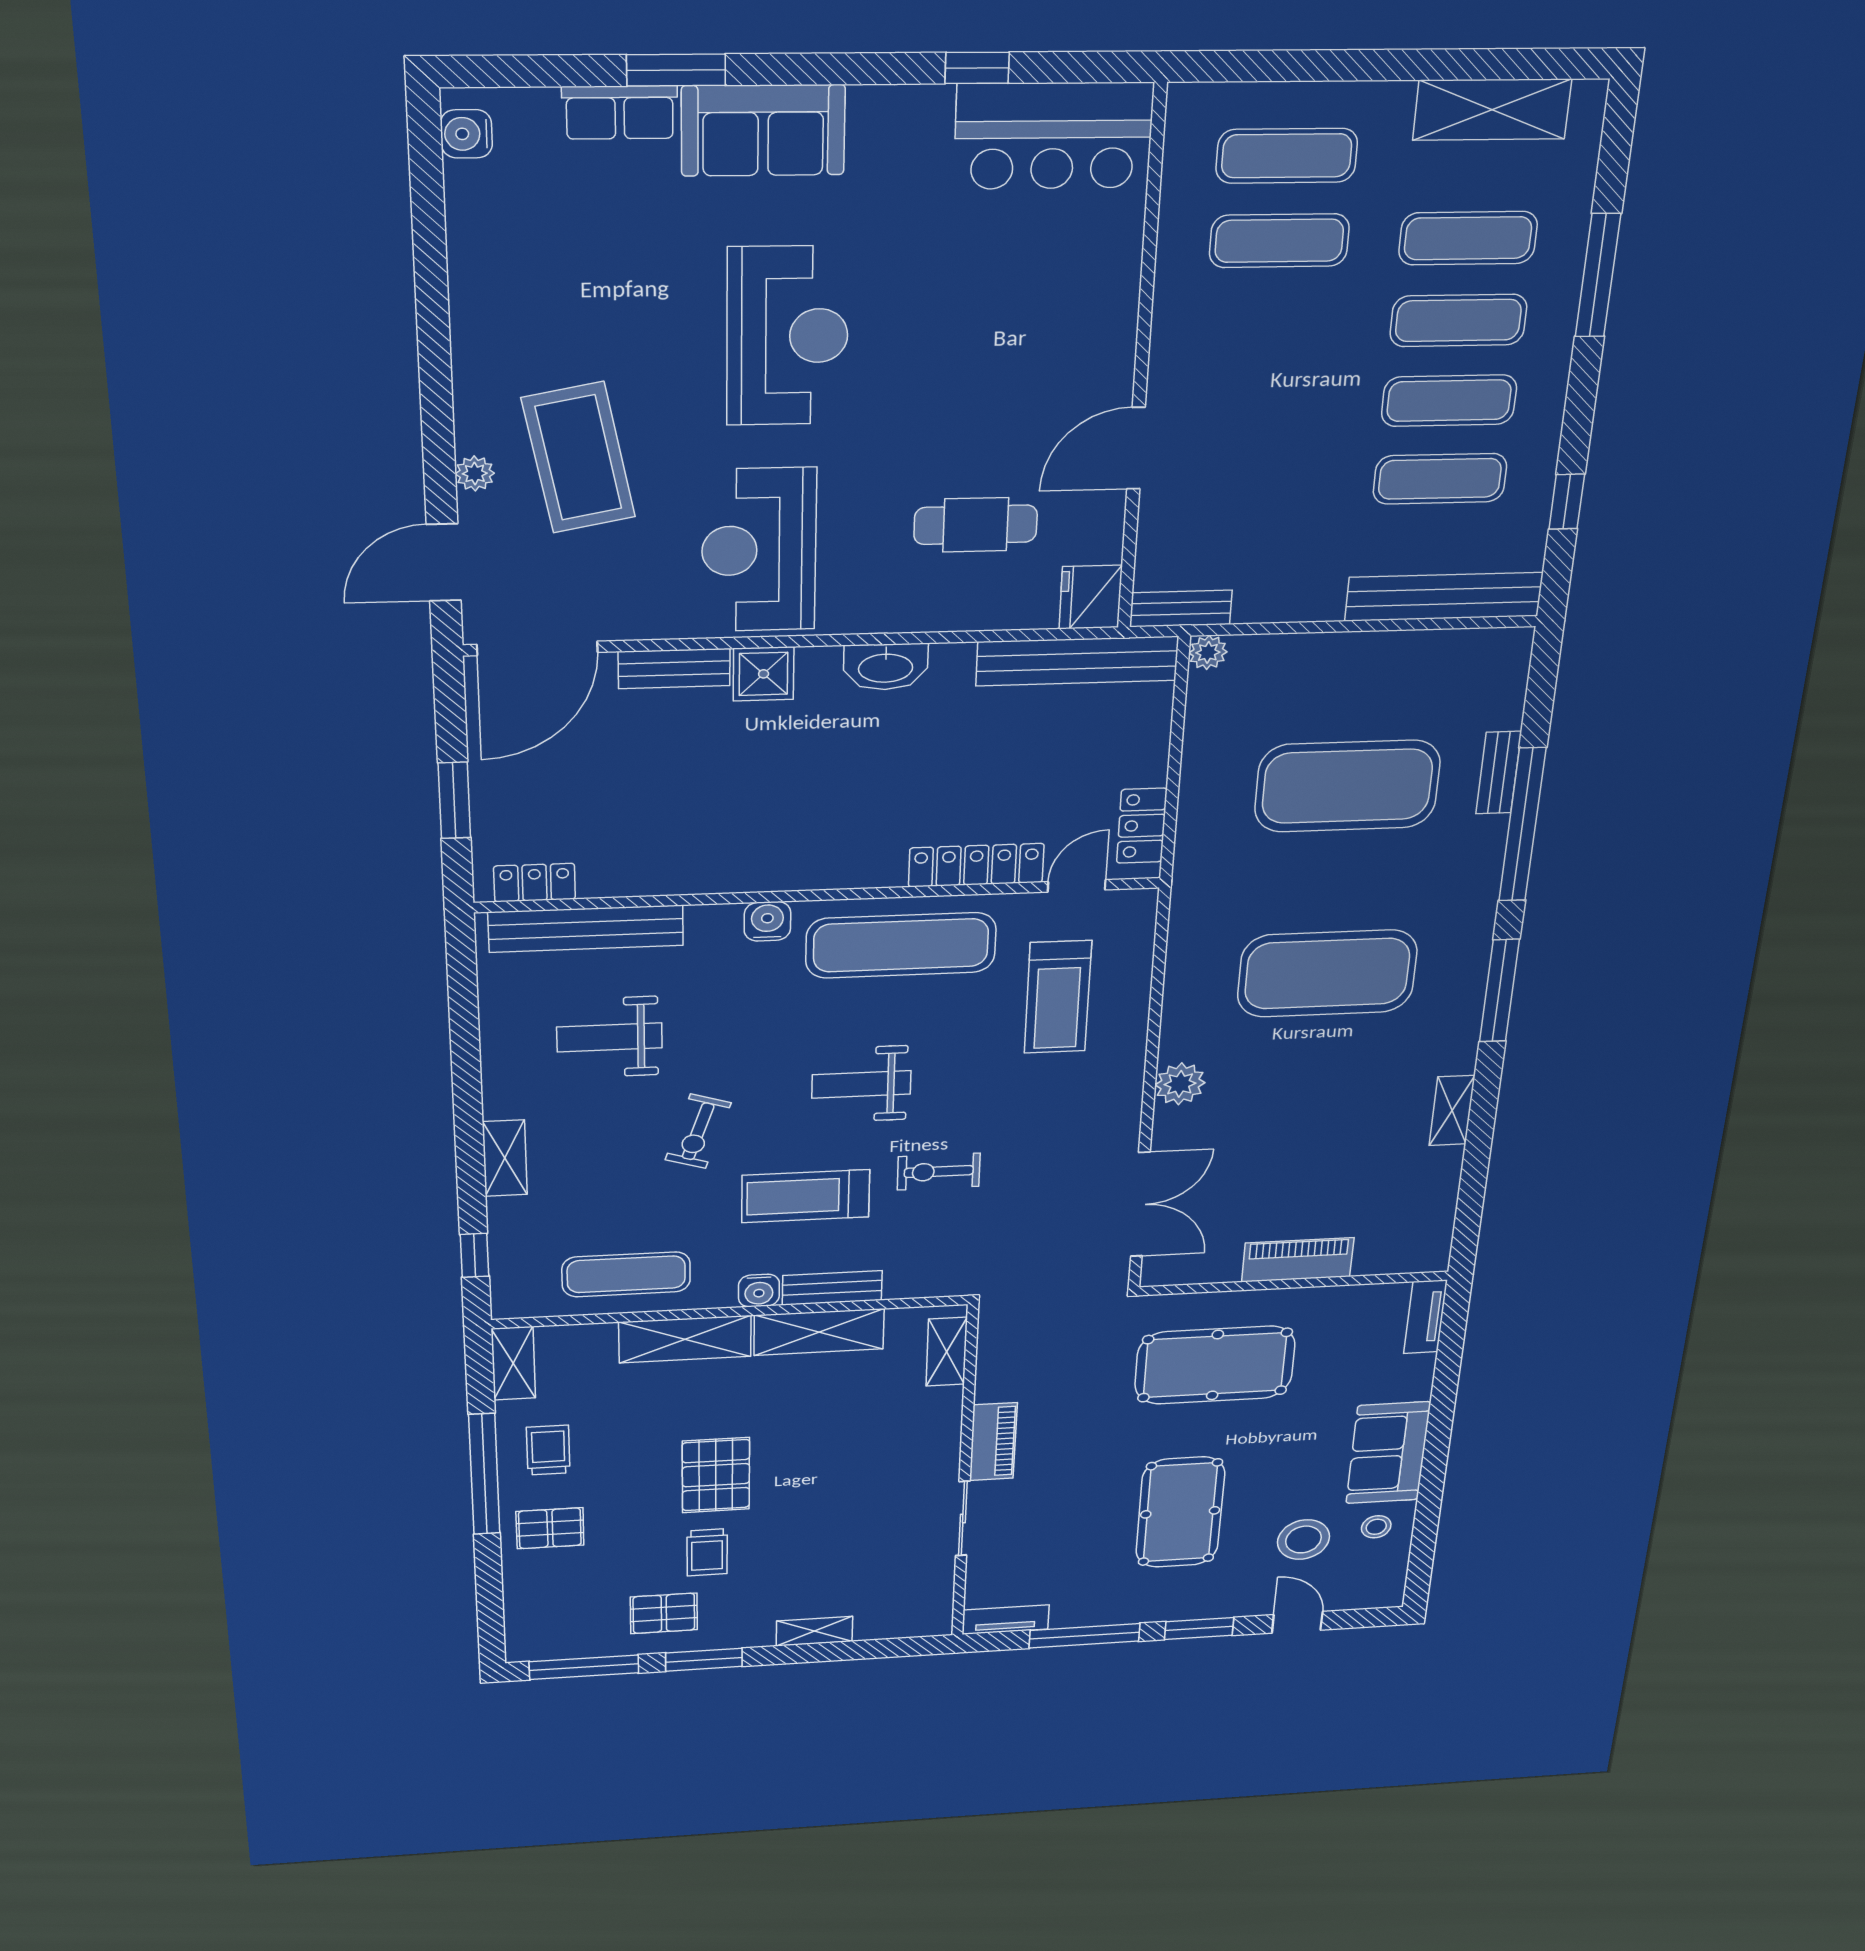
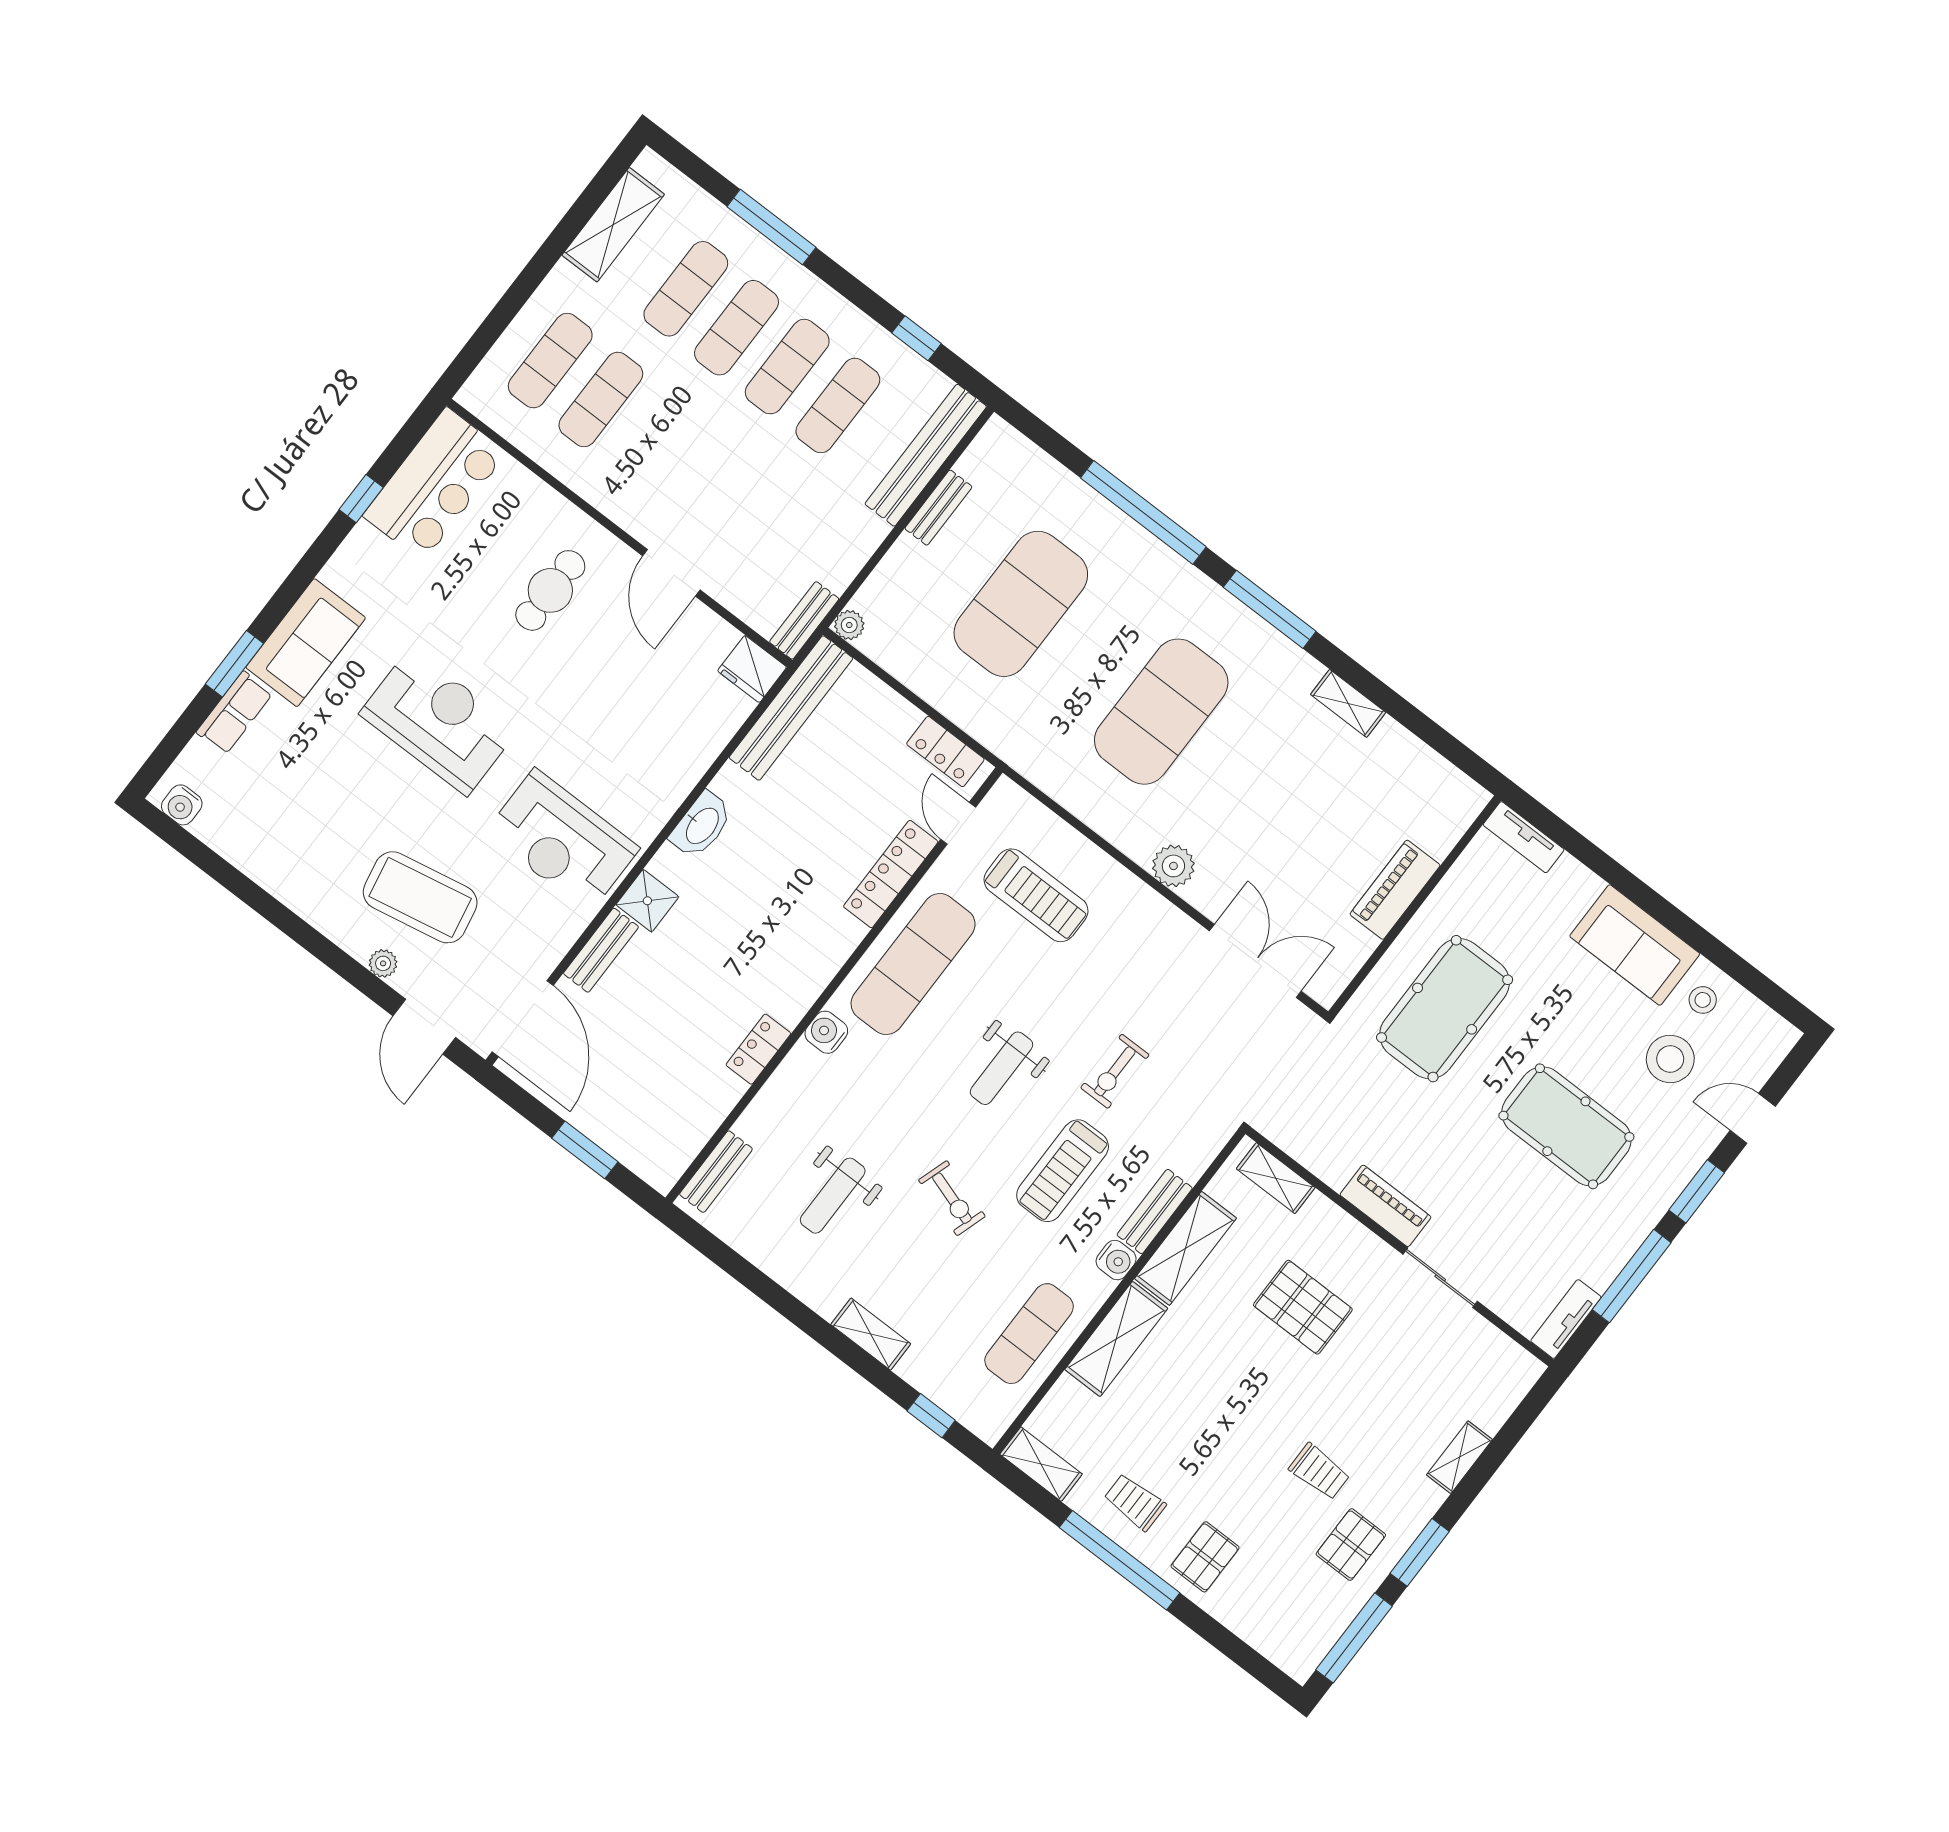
cafe table: (976, 525) -> (550, 590), moved
bench: (1499, 773) -> (938, 508), moved, turned 90
locker: (535, 883) -> (758, 1049), moved
bench: (586, 929) -> (716, 1172), width x0.54, depth x0.82
pallet: (716, 1475) -> (1303, 1307), moved

